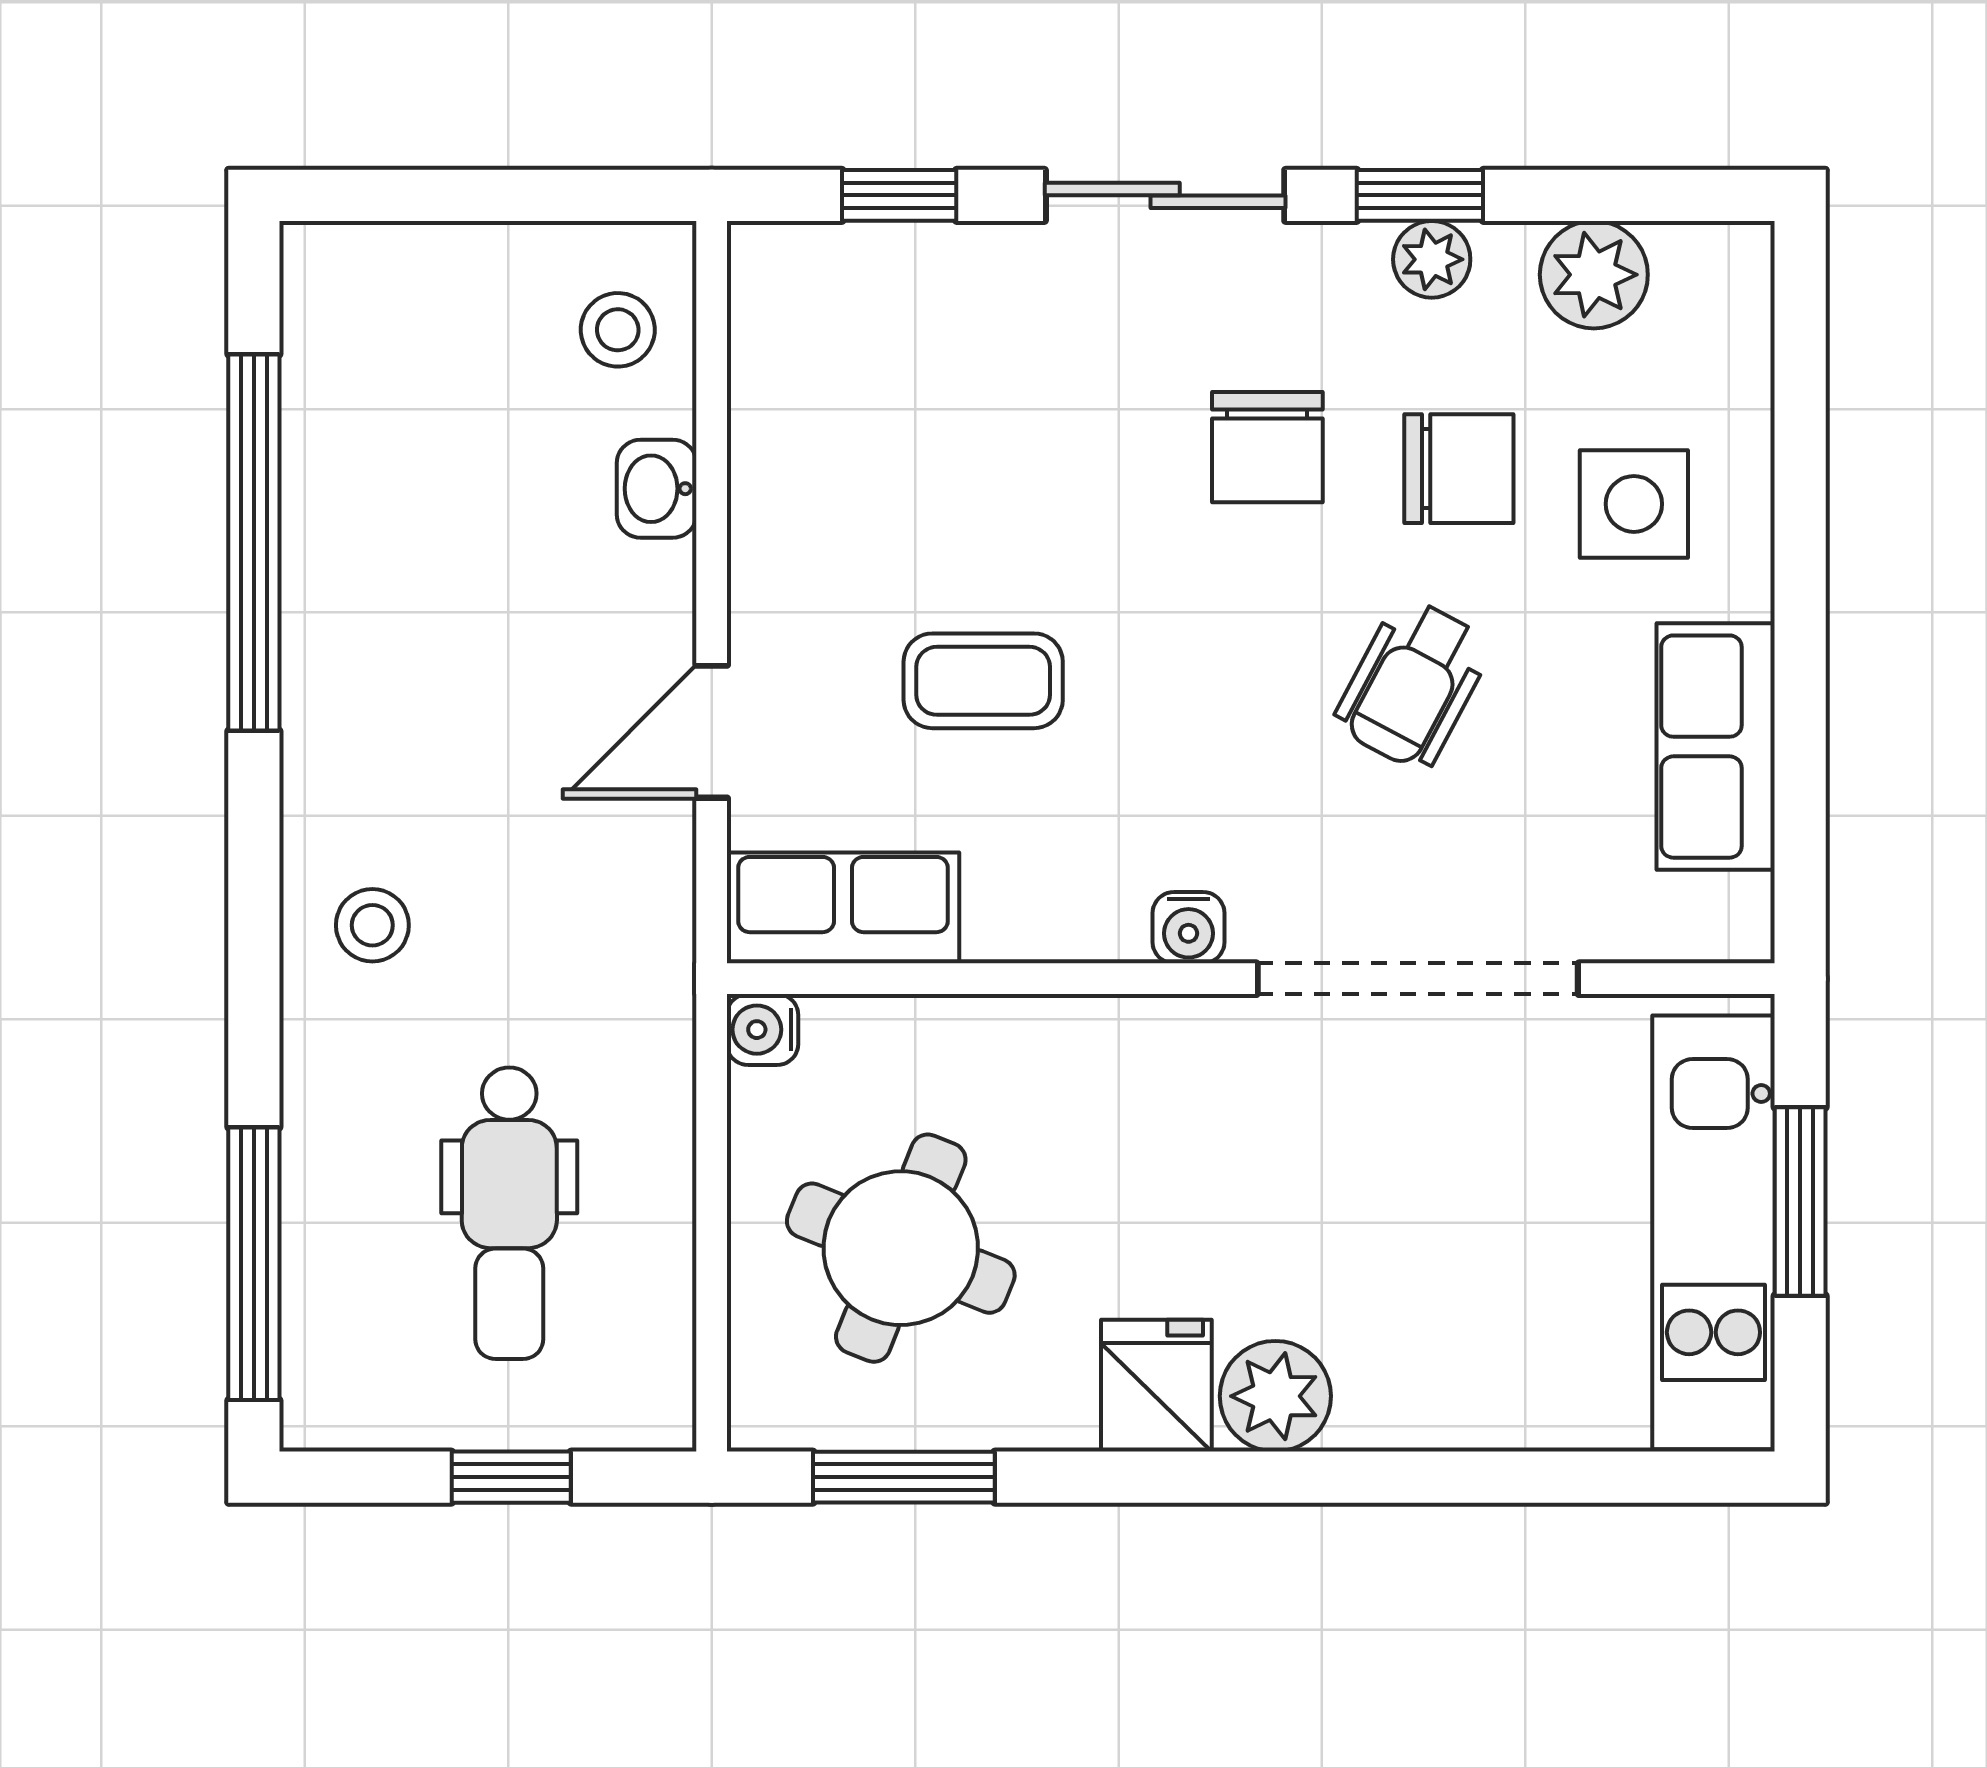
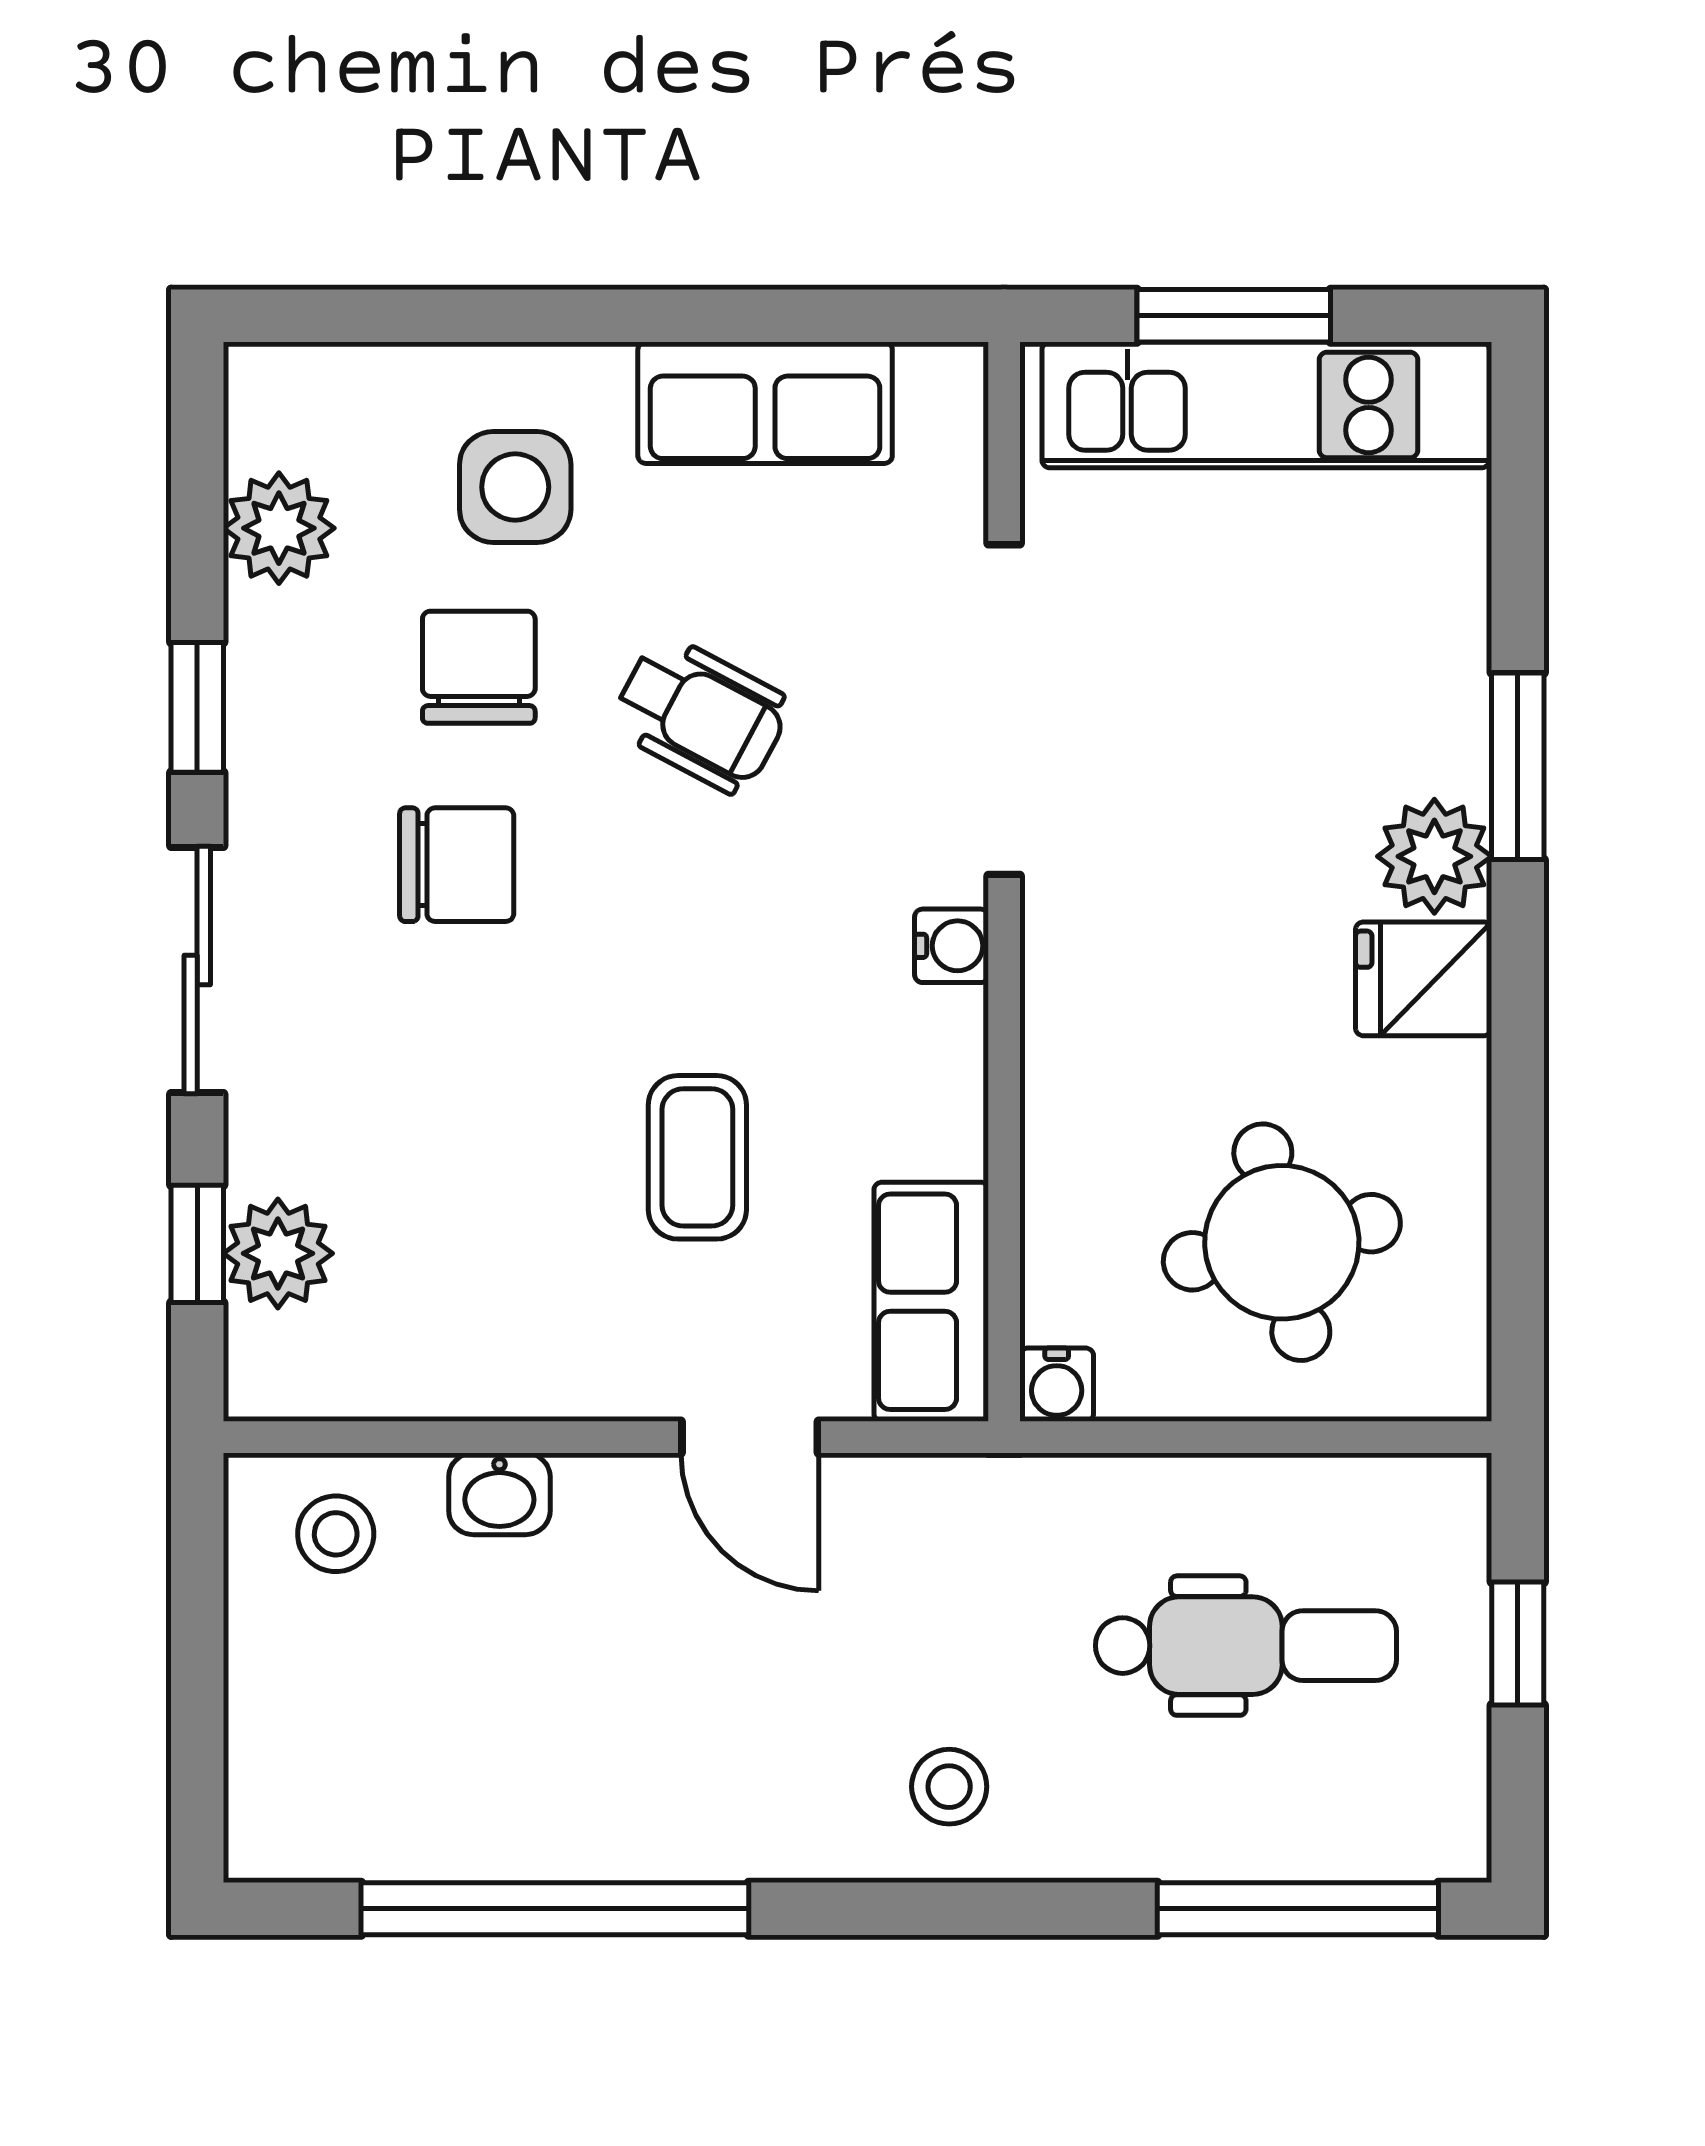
plant: (1432, 259) -> (278, 1253), moved, width x1.38, depth x1.38
round table: (901, 1248) -> (1282, 1242), turned -34
window: (904, 1477) -> (1518, 766), moved

